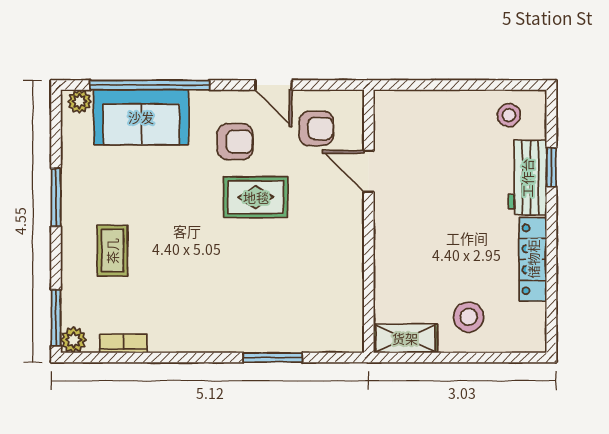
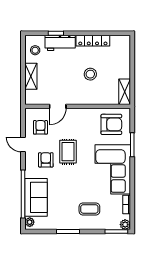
door: (273, 85) -> (23, 145), swing flipped
shelving: (444, 105) -> (31, 76), added
armchair: (324, 305) -> (111, 124), added
corner sofa: (211, 309) -> (113, 169), added
stool: (469, 317) -> (90, 74), moved

